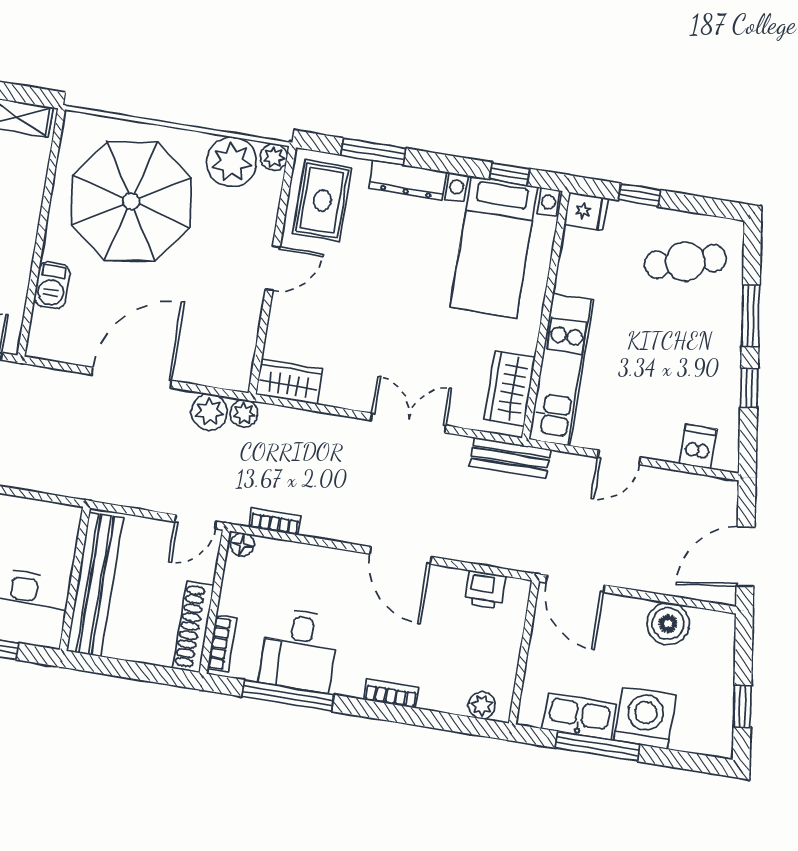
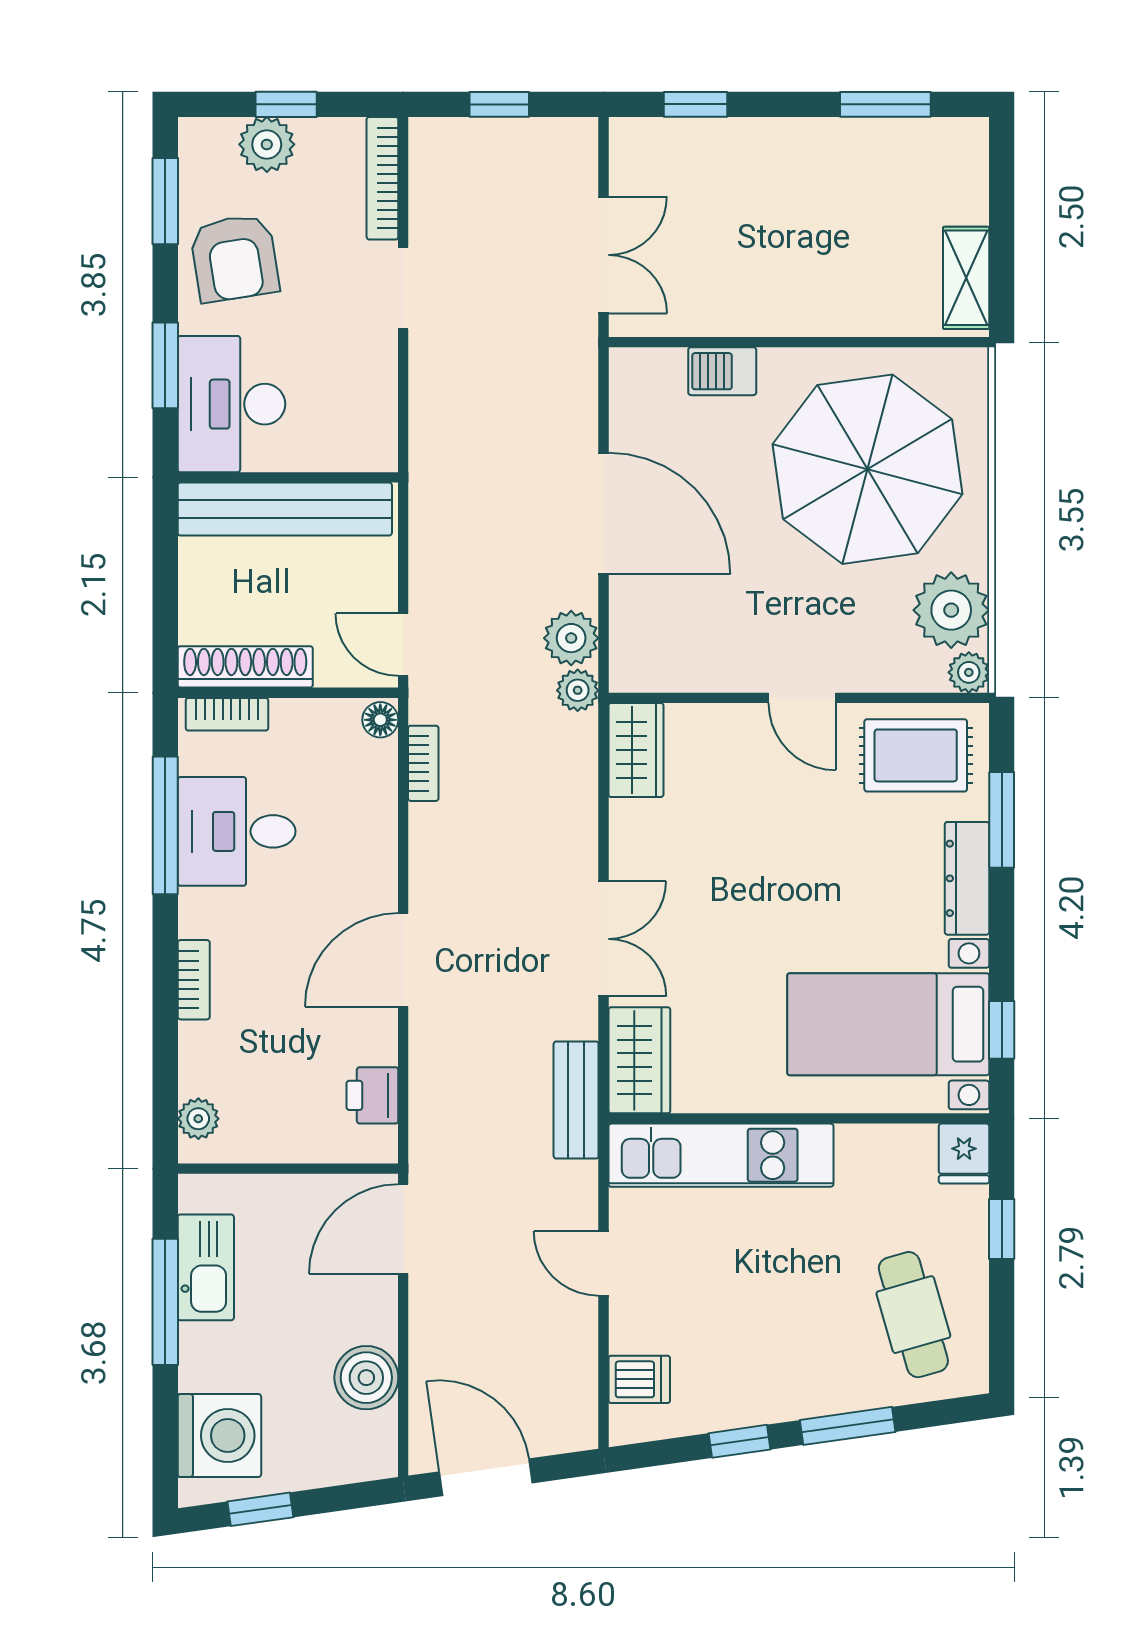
wardrobe: (510, 388) -> (639, 1060), moved, turned 90
washing machine: (645, 718) -> (219, 1436), moved

